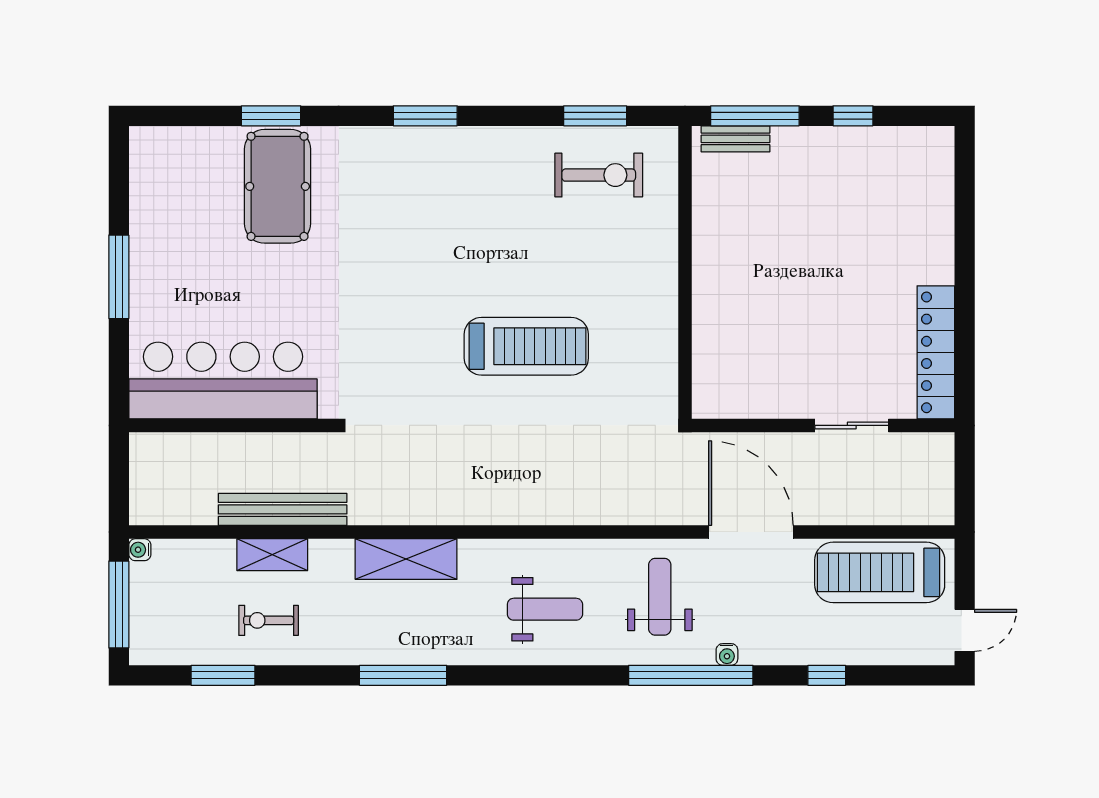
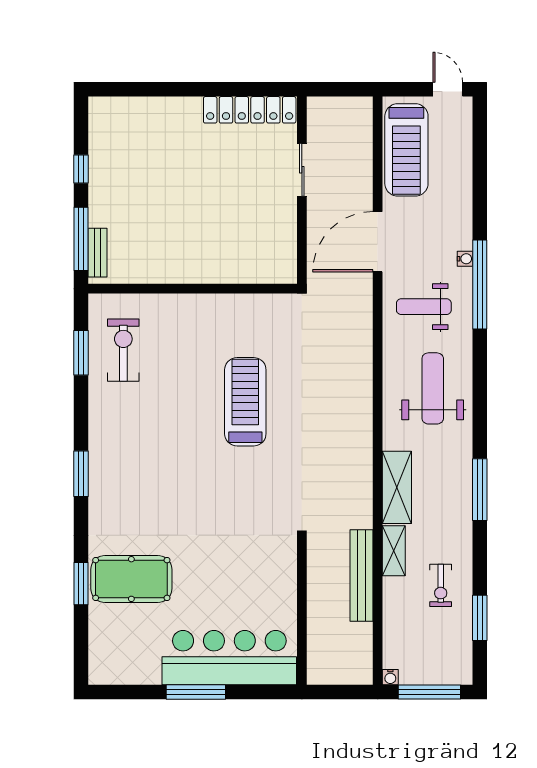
bar counter: (223, 380) -> (229, 658), moved, turned 90
shelving: (272, 555) -> (394, 551), moved
weight bench: (545, 609) -> (433, 388), width x1.36, depth x1.33
window: (827, 675) -> (480, 188), removed

